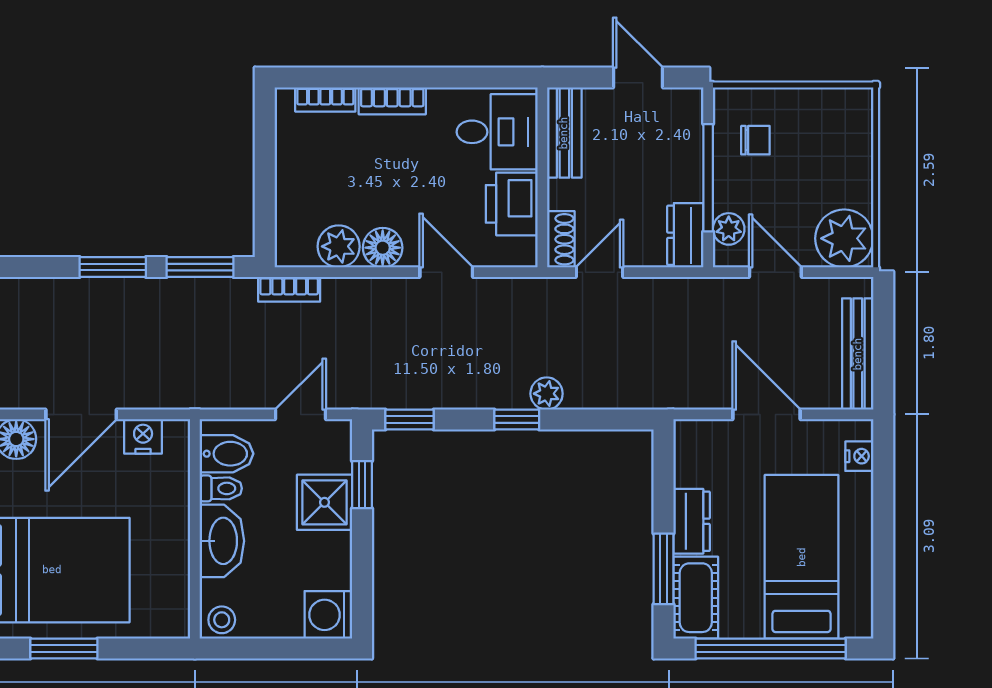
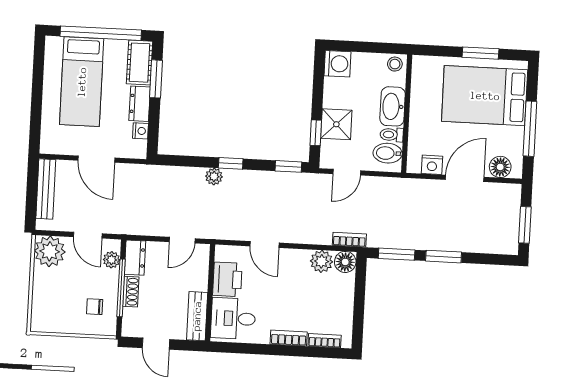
shoe rack: (561, 239) -> (131, 292), moved, turned 180
floor lamp: (383, 248) -> (345, 262), moved
nightstand: (859, 456) -> (140, 131), moved, turned 180

